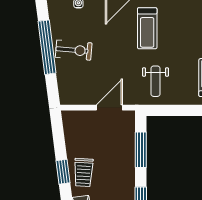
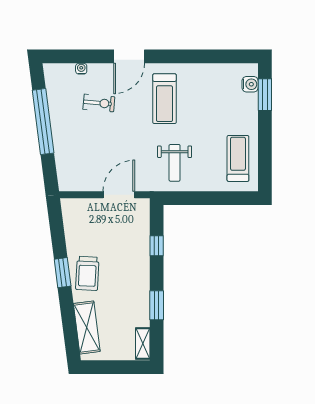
exercise bike: (74, 50) -> (99, 103), moved, width x0.73, depth x0.72
window: (141, 150) -> (157, 246), width x0.46

